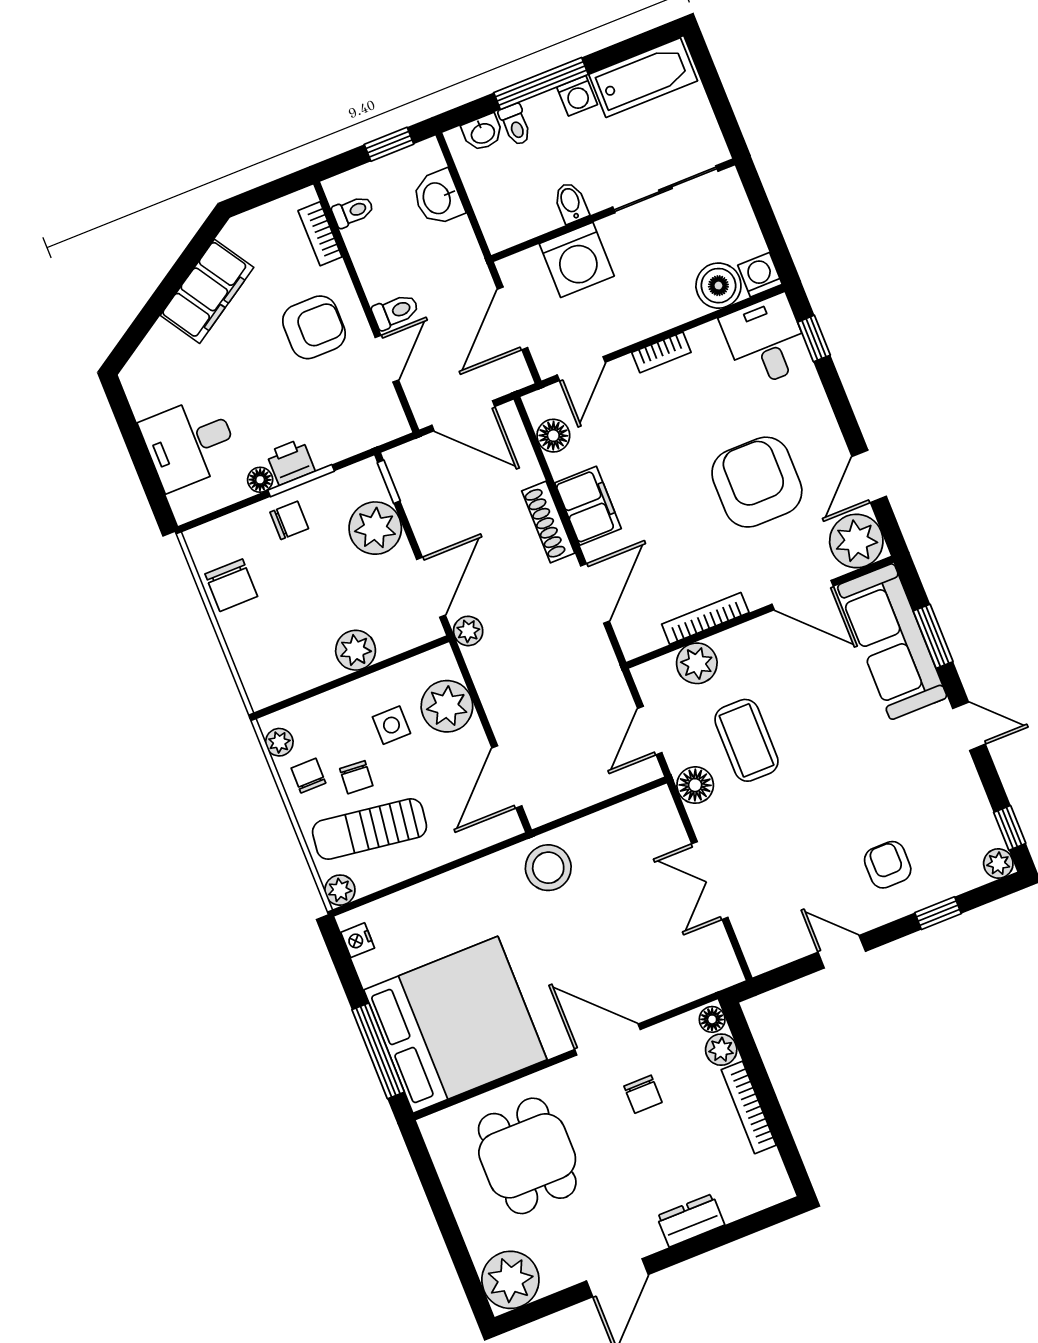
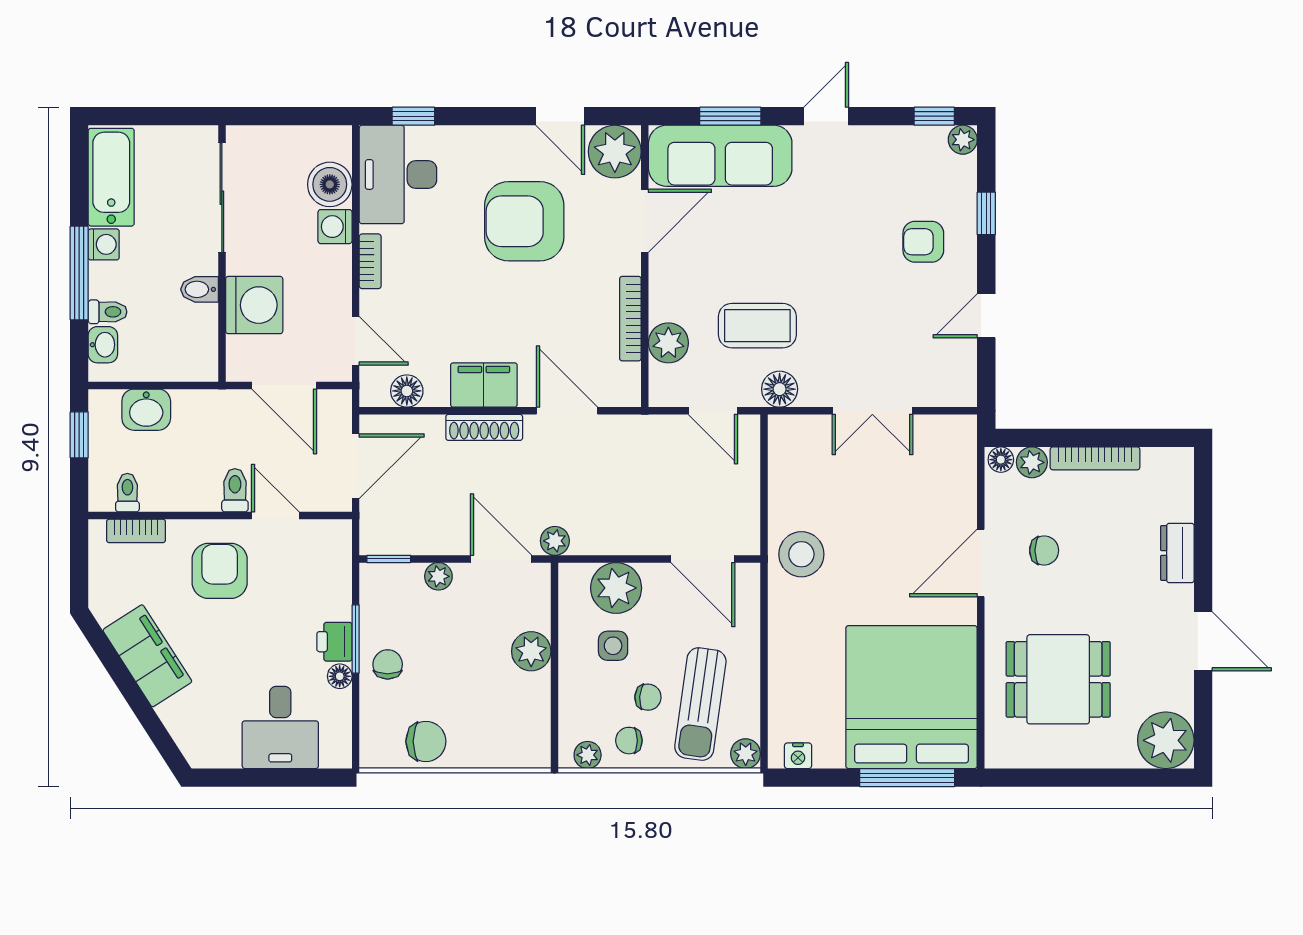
washing machine: (760, 275) -> (335, 227), moved
desk: (766, 341) -> (398, 174), width x1.37
plant: (375, 528) -> (438, 576), width x0.53, depth x0.53

